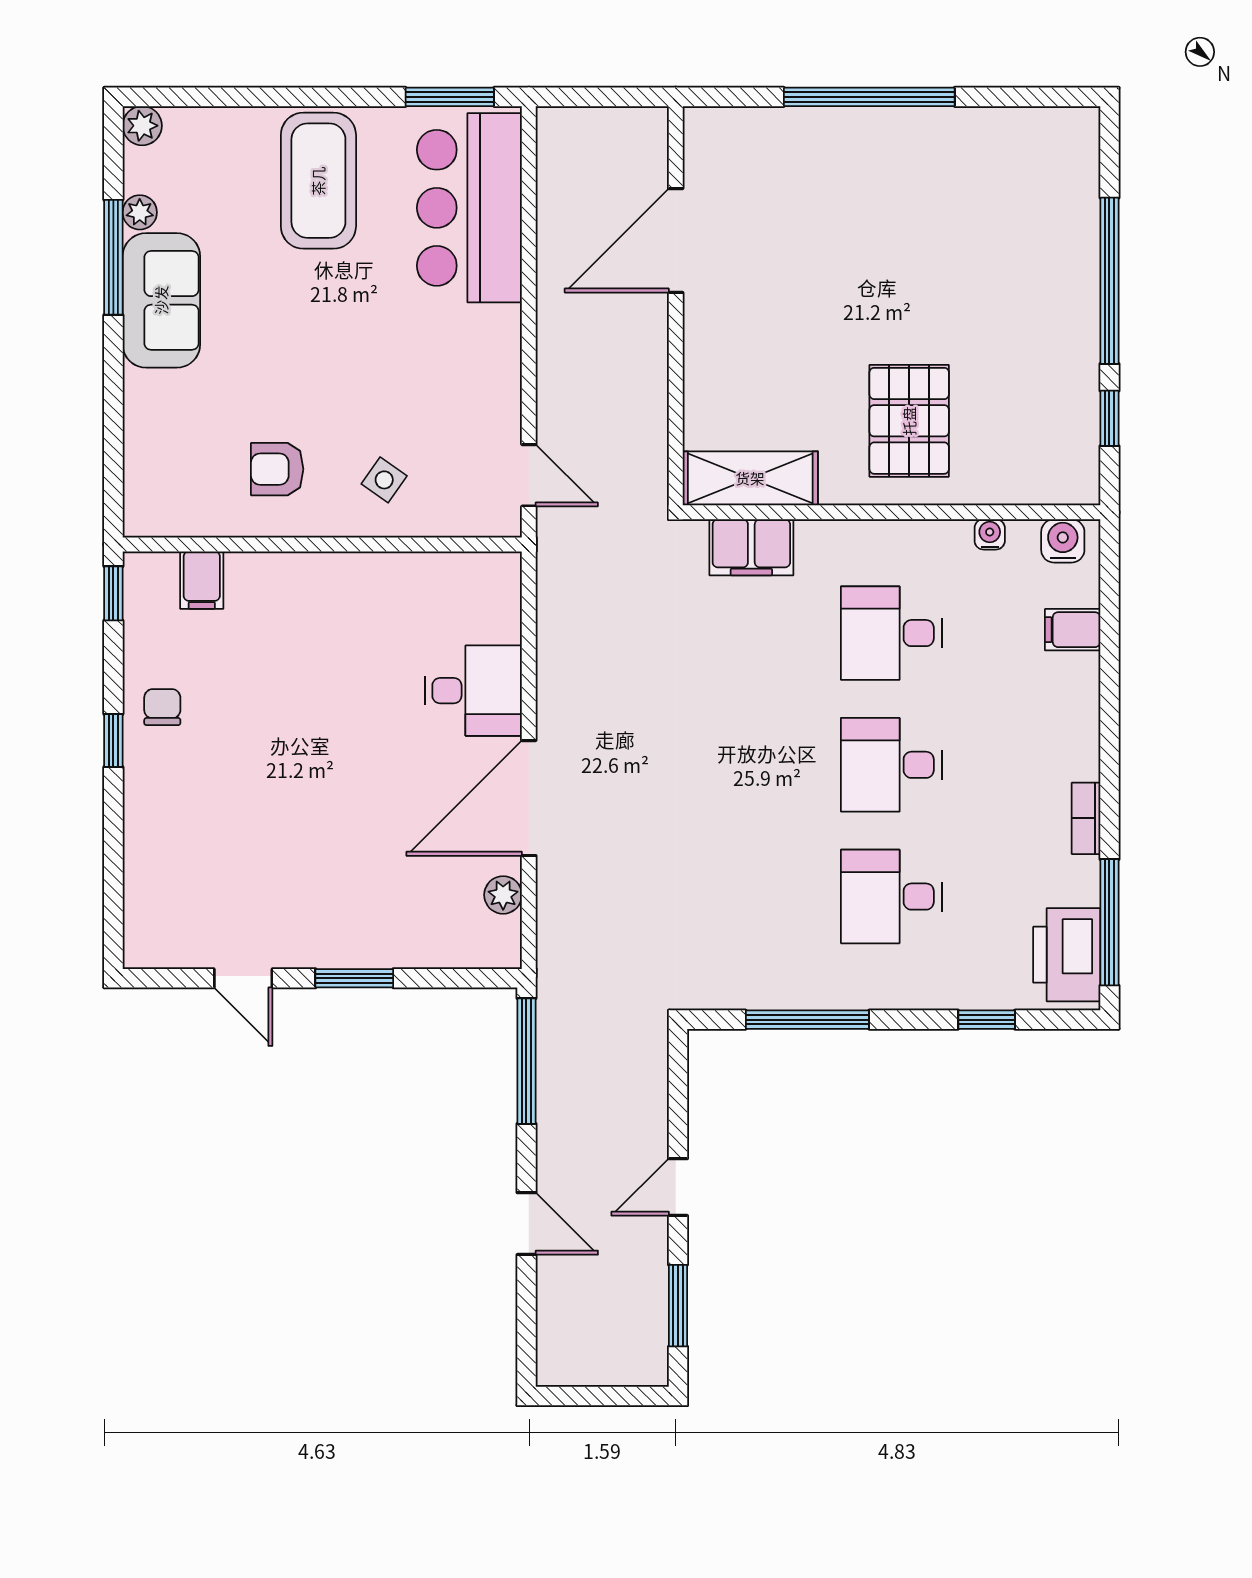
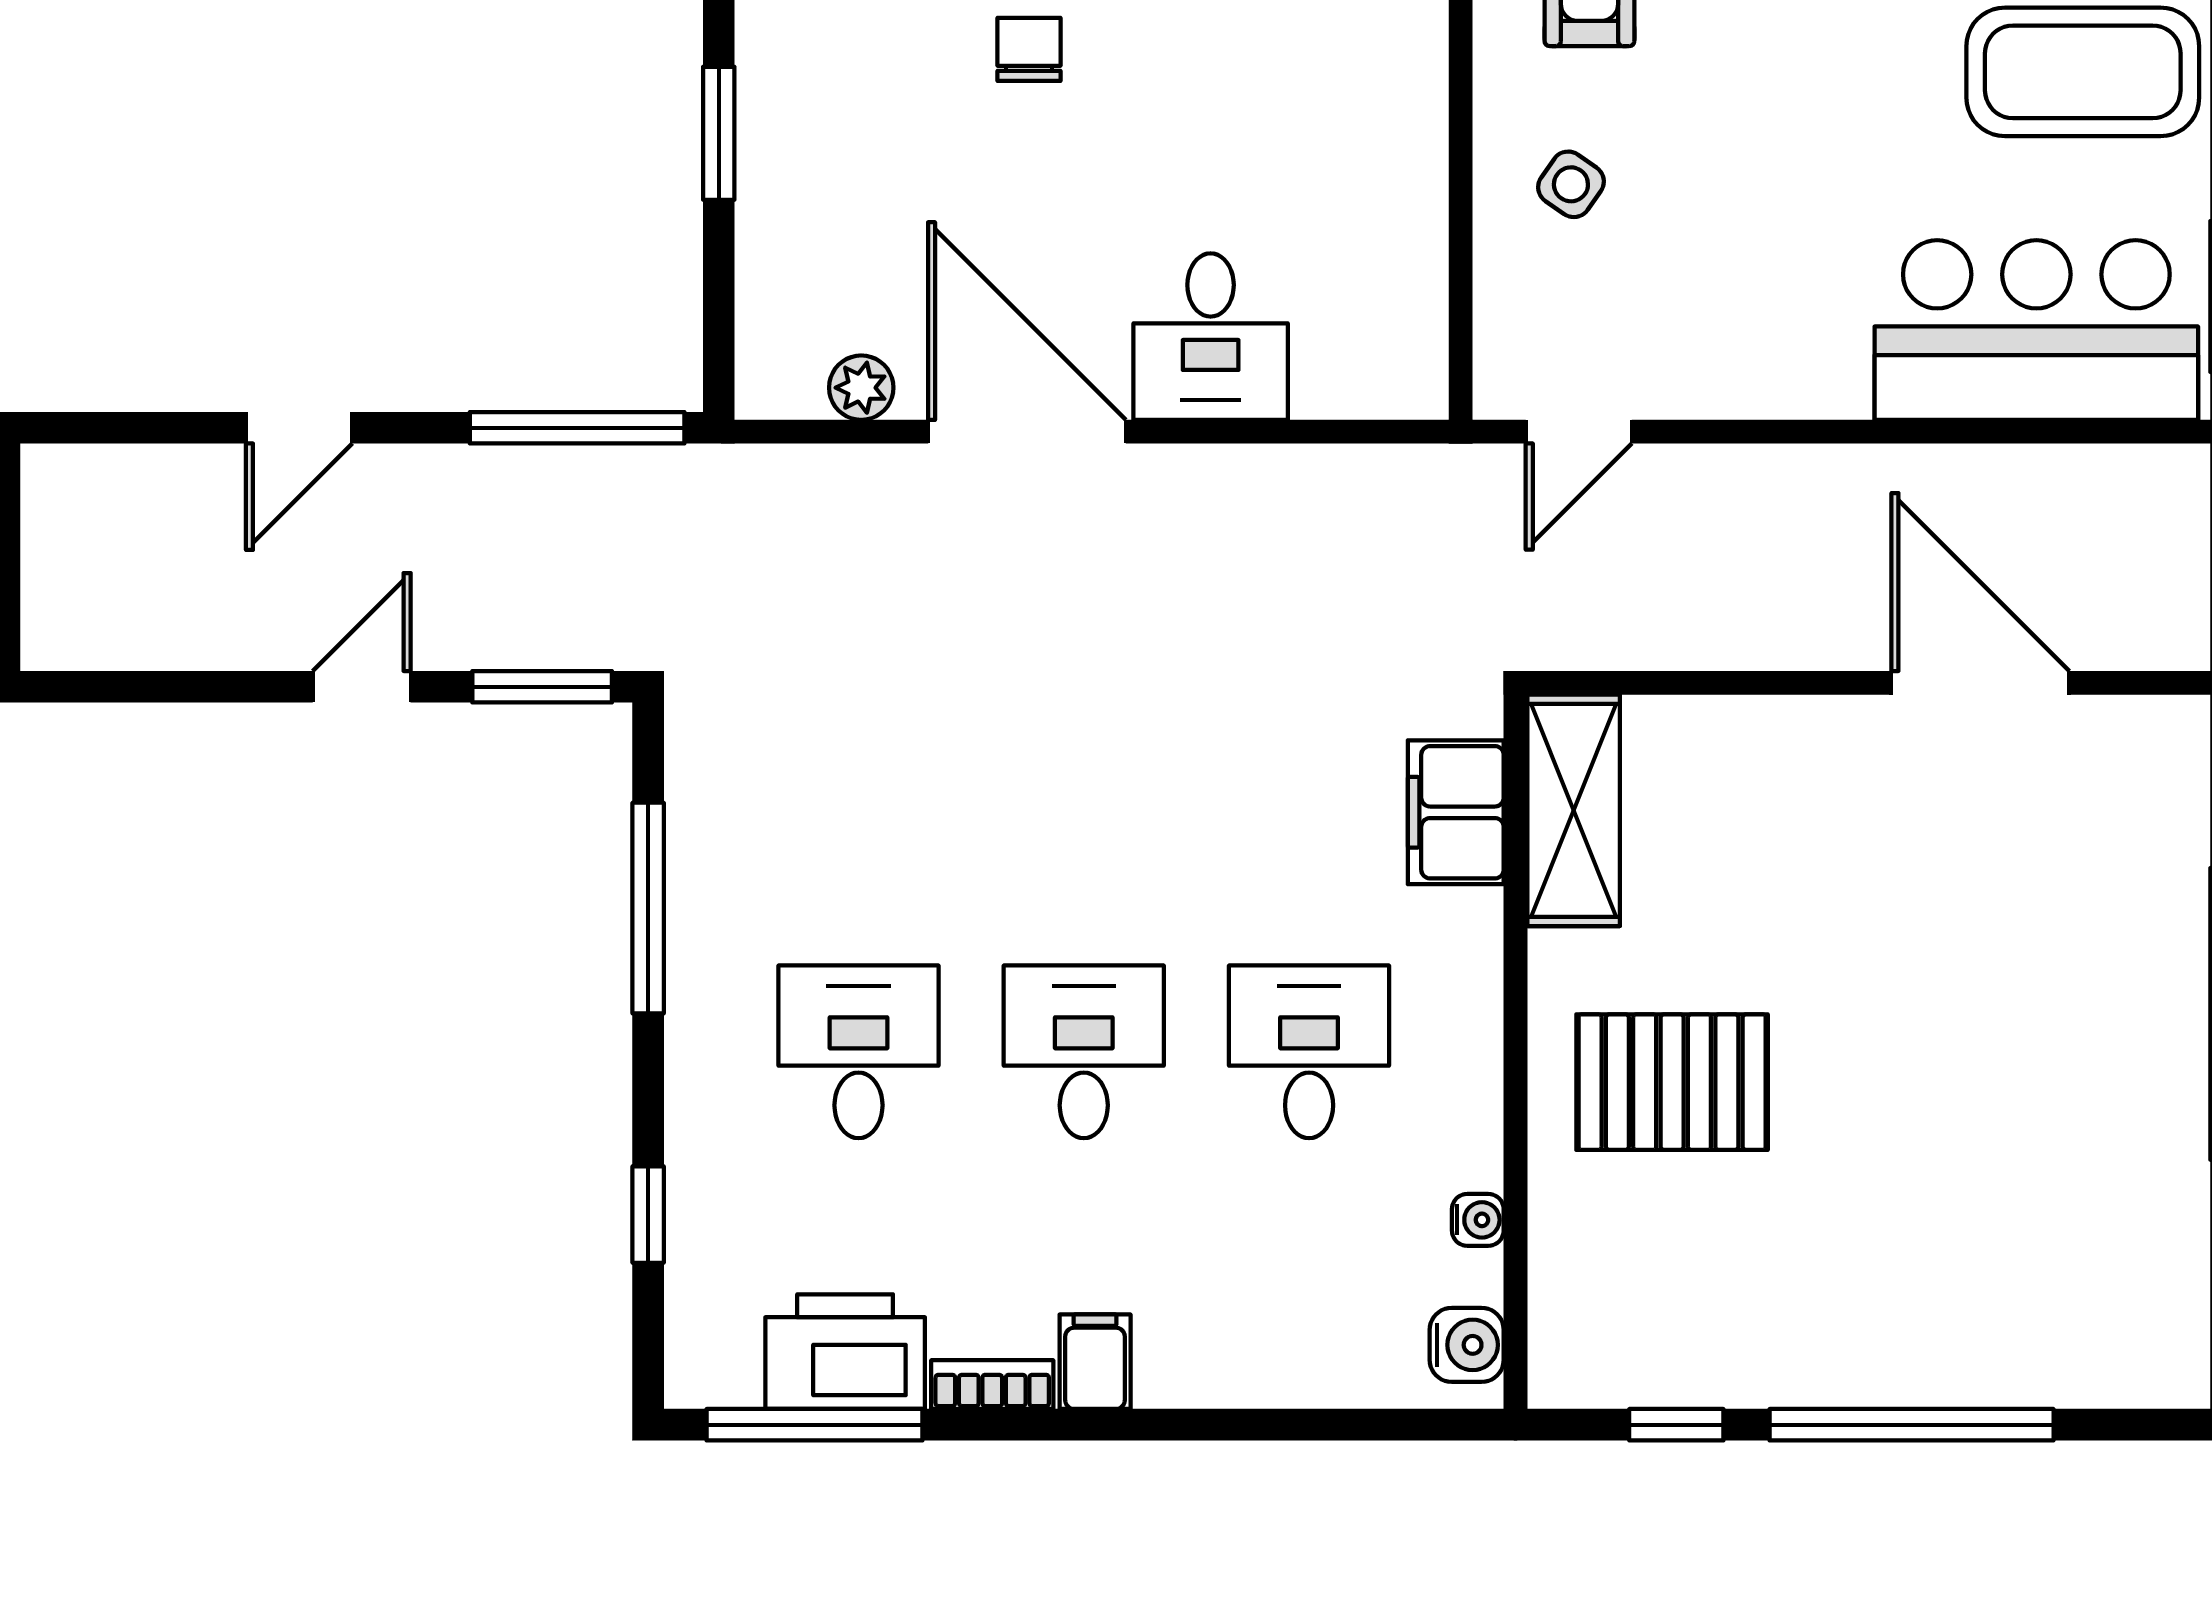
filing cabinet: (1073, 630) -> (1095, 1362), moved
chair: (305, 797) -> (1029, 49), added
printer: (1067, 955) -> (845, 1352), moved
door: (678, 1187) -> (362, 687), hinge flipped
window: (678, 1306) -> (542, 687), moved

